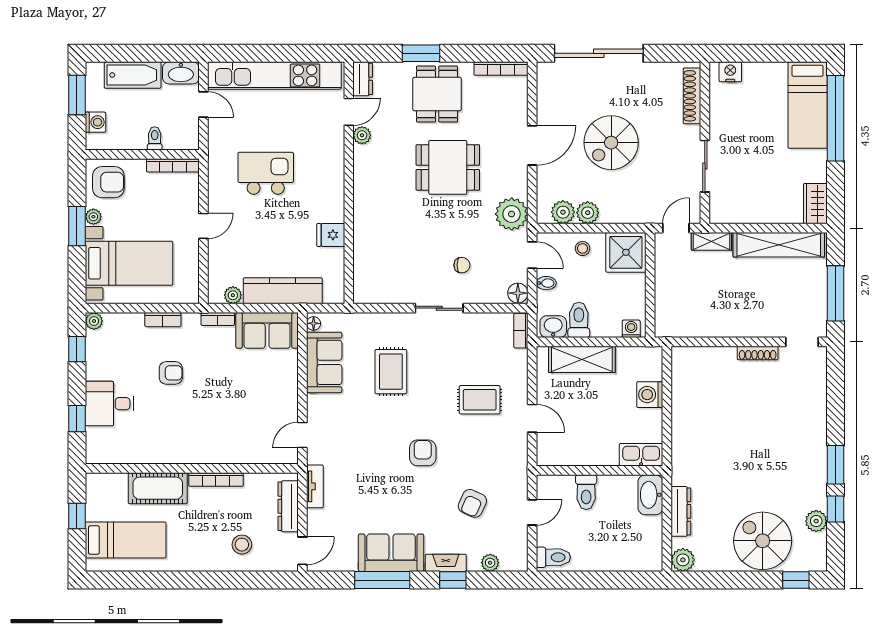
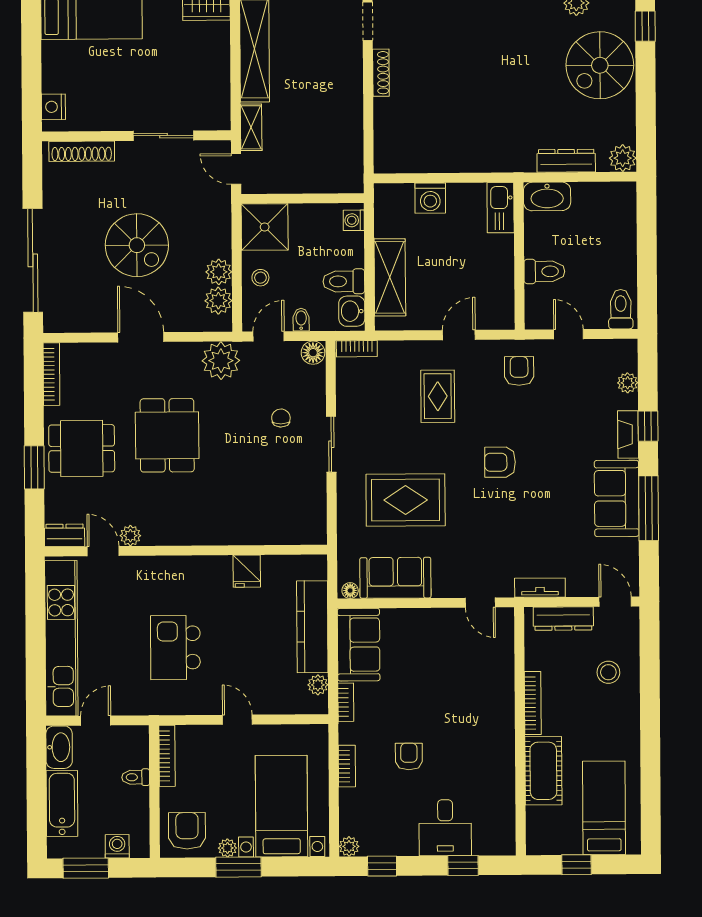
rug: (391, 372) -> (406, 500), width x1.36, depth x1.43
armchair: (472, 503) -> (519, 371), moved, turned -114

